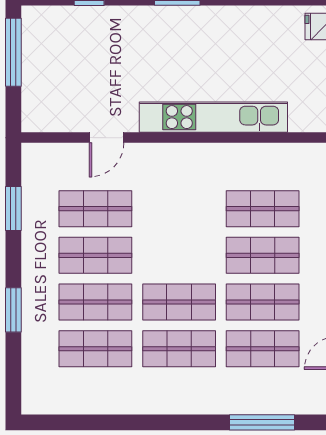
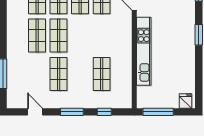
shop shelf: (263, 255) -> (80, 74), removed
shop shelf: (263, 349) -> (37, 74), removed

